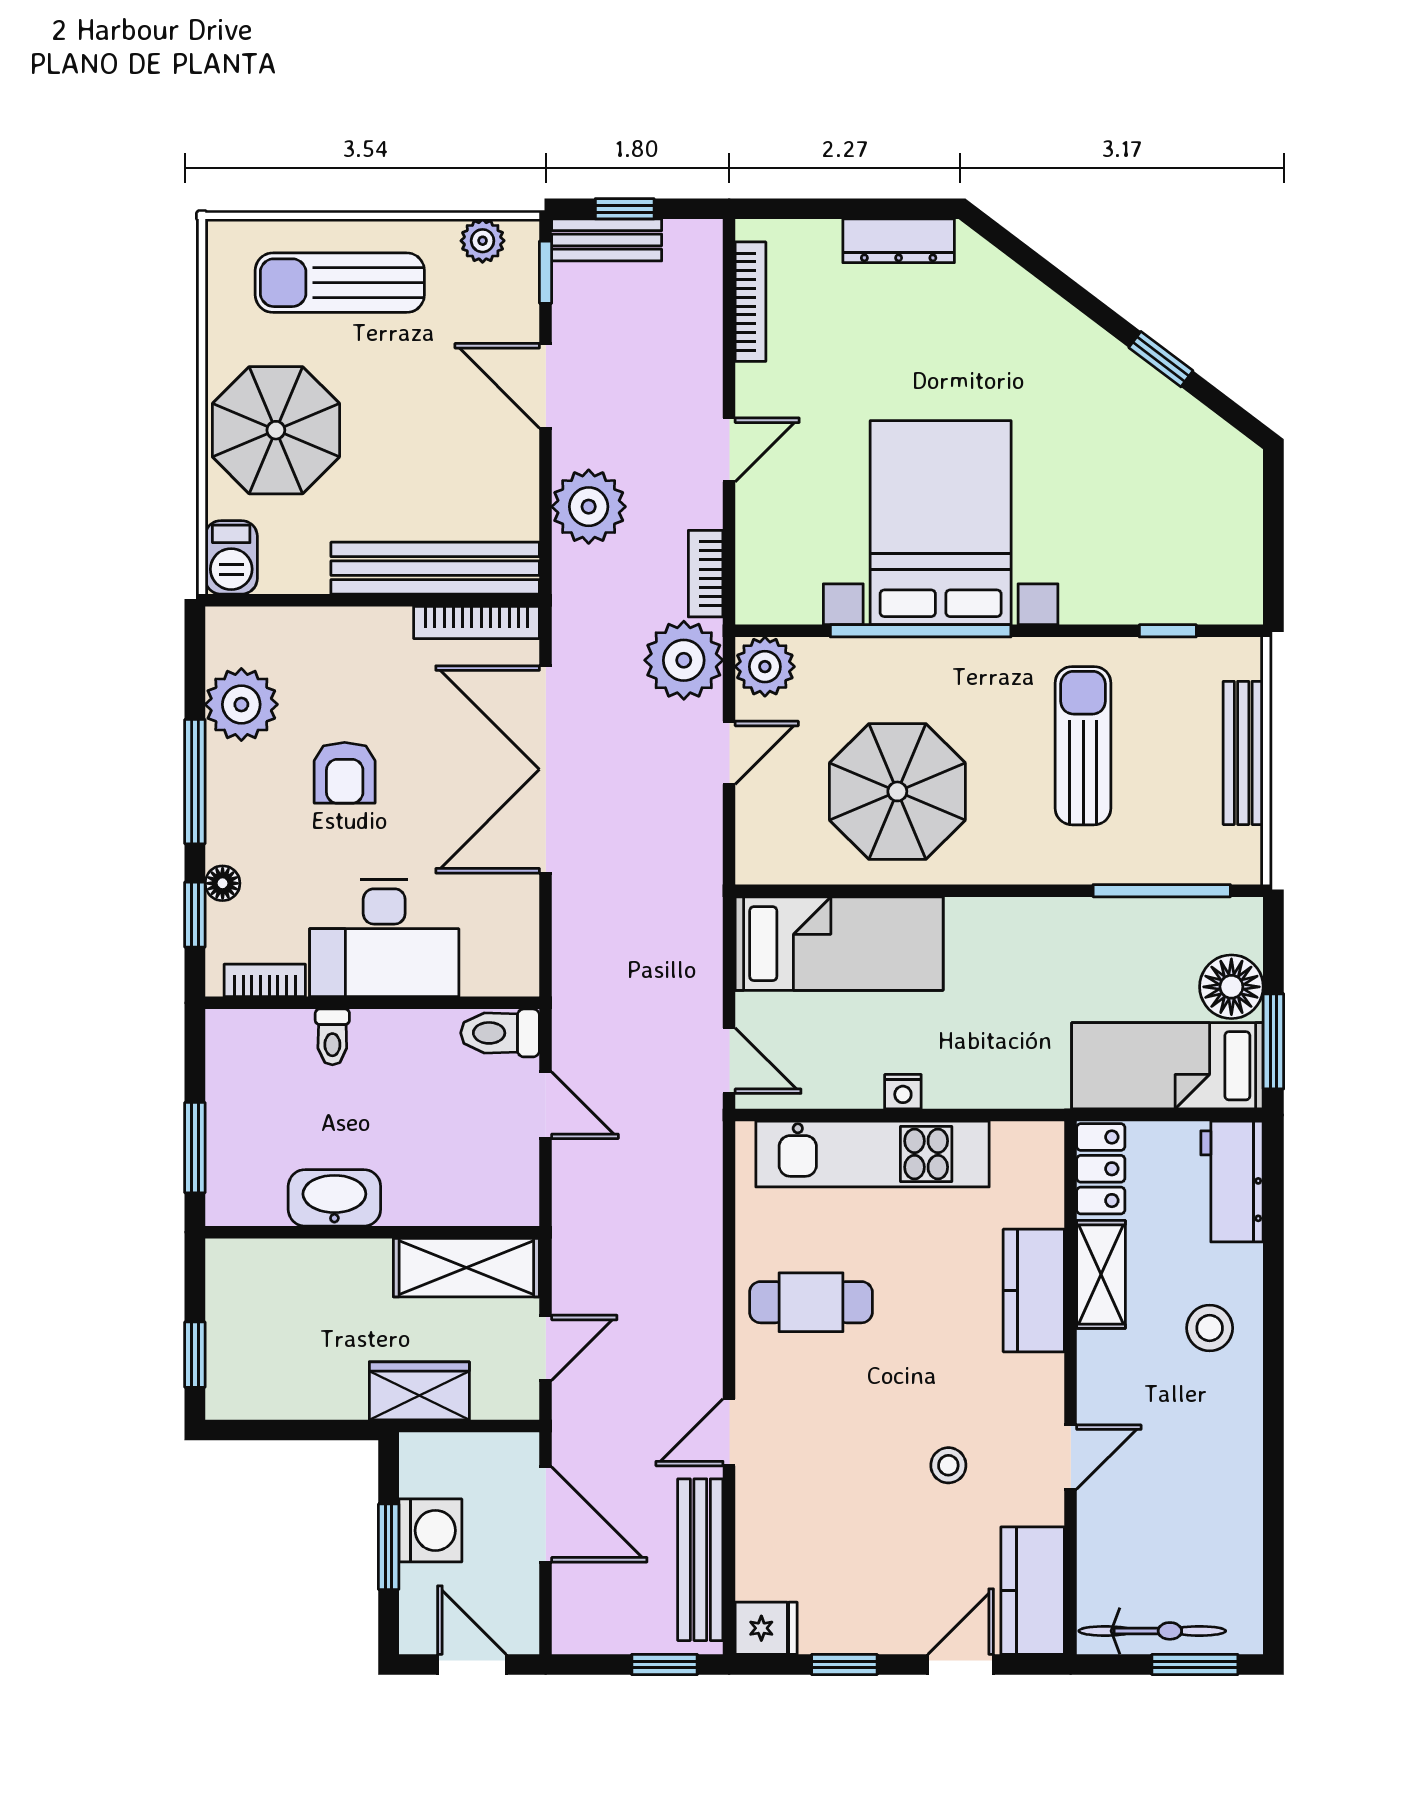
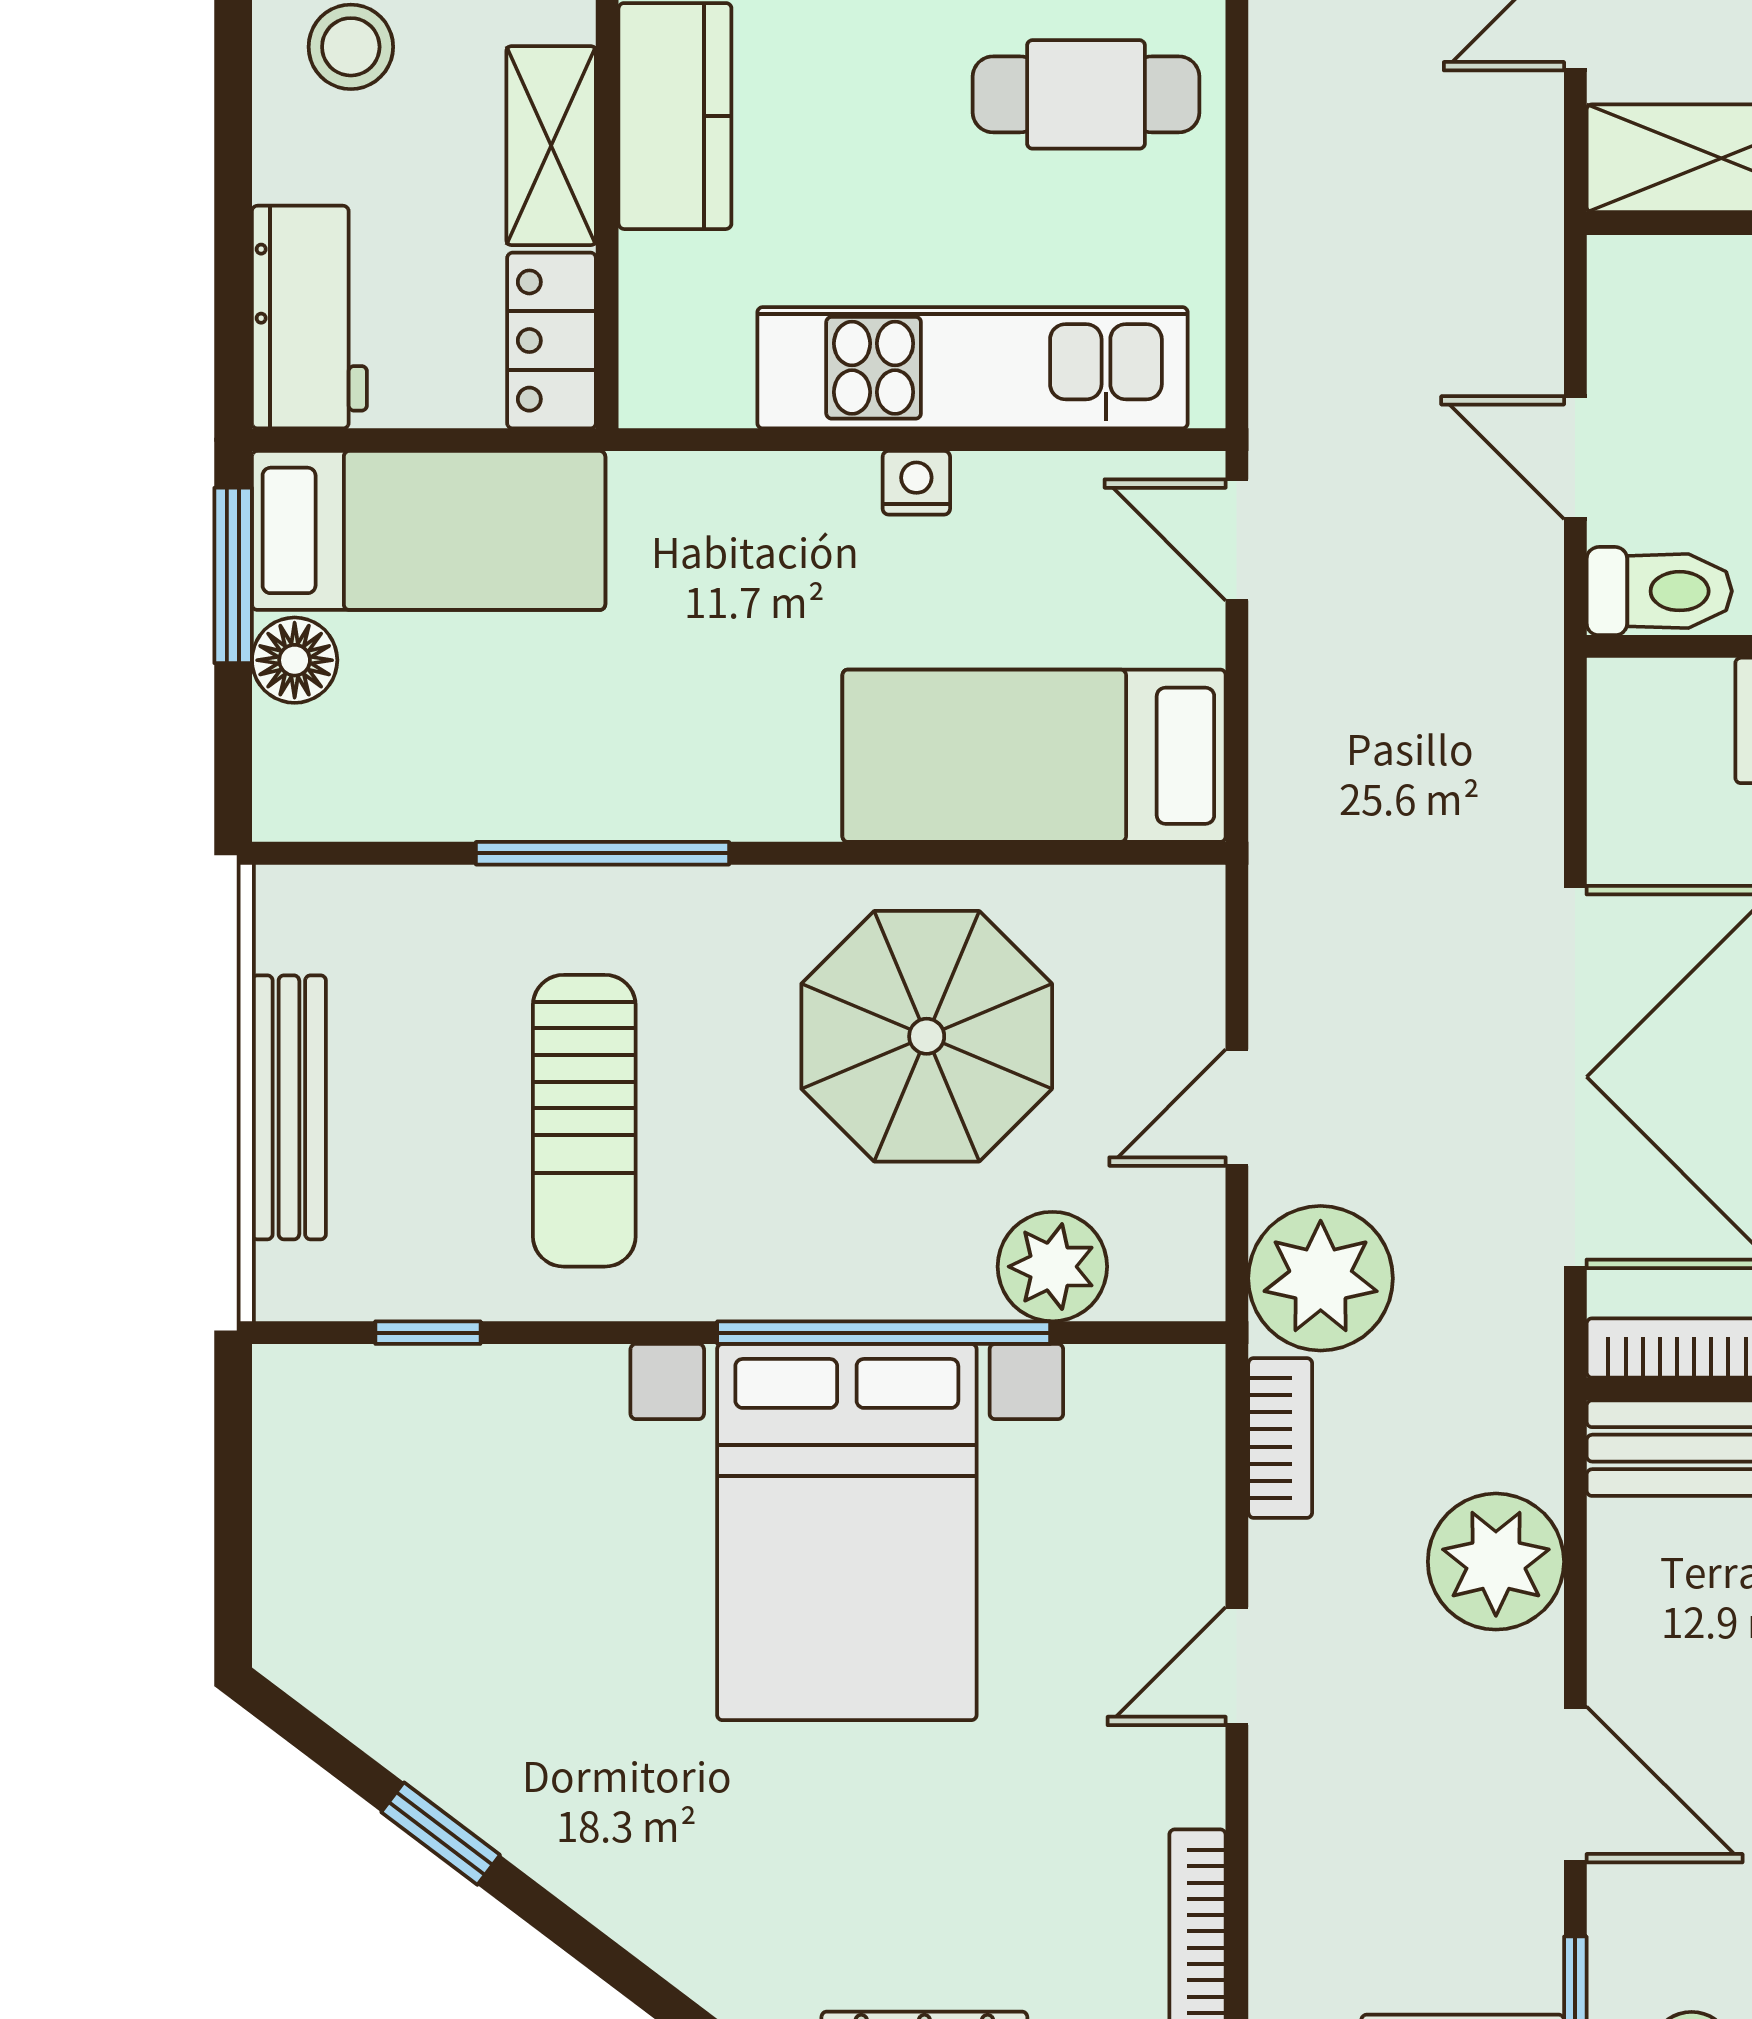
plant: (765, 667) -> (1052, 1267), moved
window: (1162, 891) -> (602, 853), moved
floor lamp: (1231, 987) -> (295, 660), width x0.73, depth x0.73

